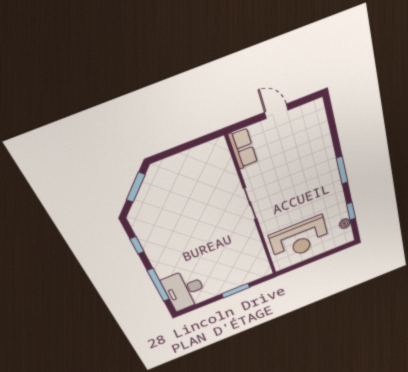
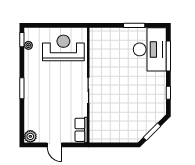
plant: (315, 110) -> (30, 136), added
window: (351, 211) -> (22, 40), moved
desk: (184, 290) -> (150, 49), width x1.36, depth x1.30
window: (236, 291) -> (134, 25), moved

